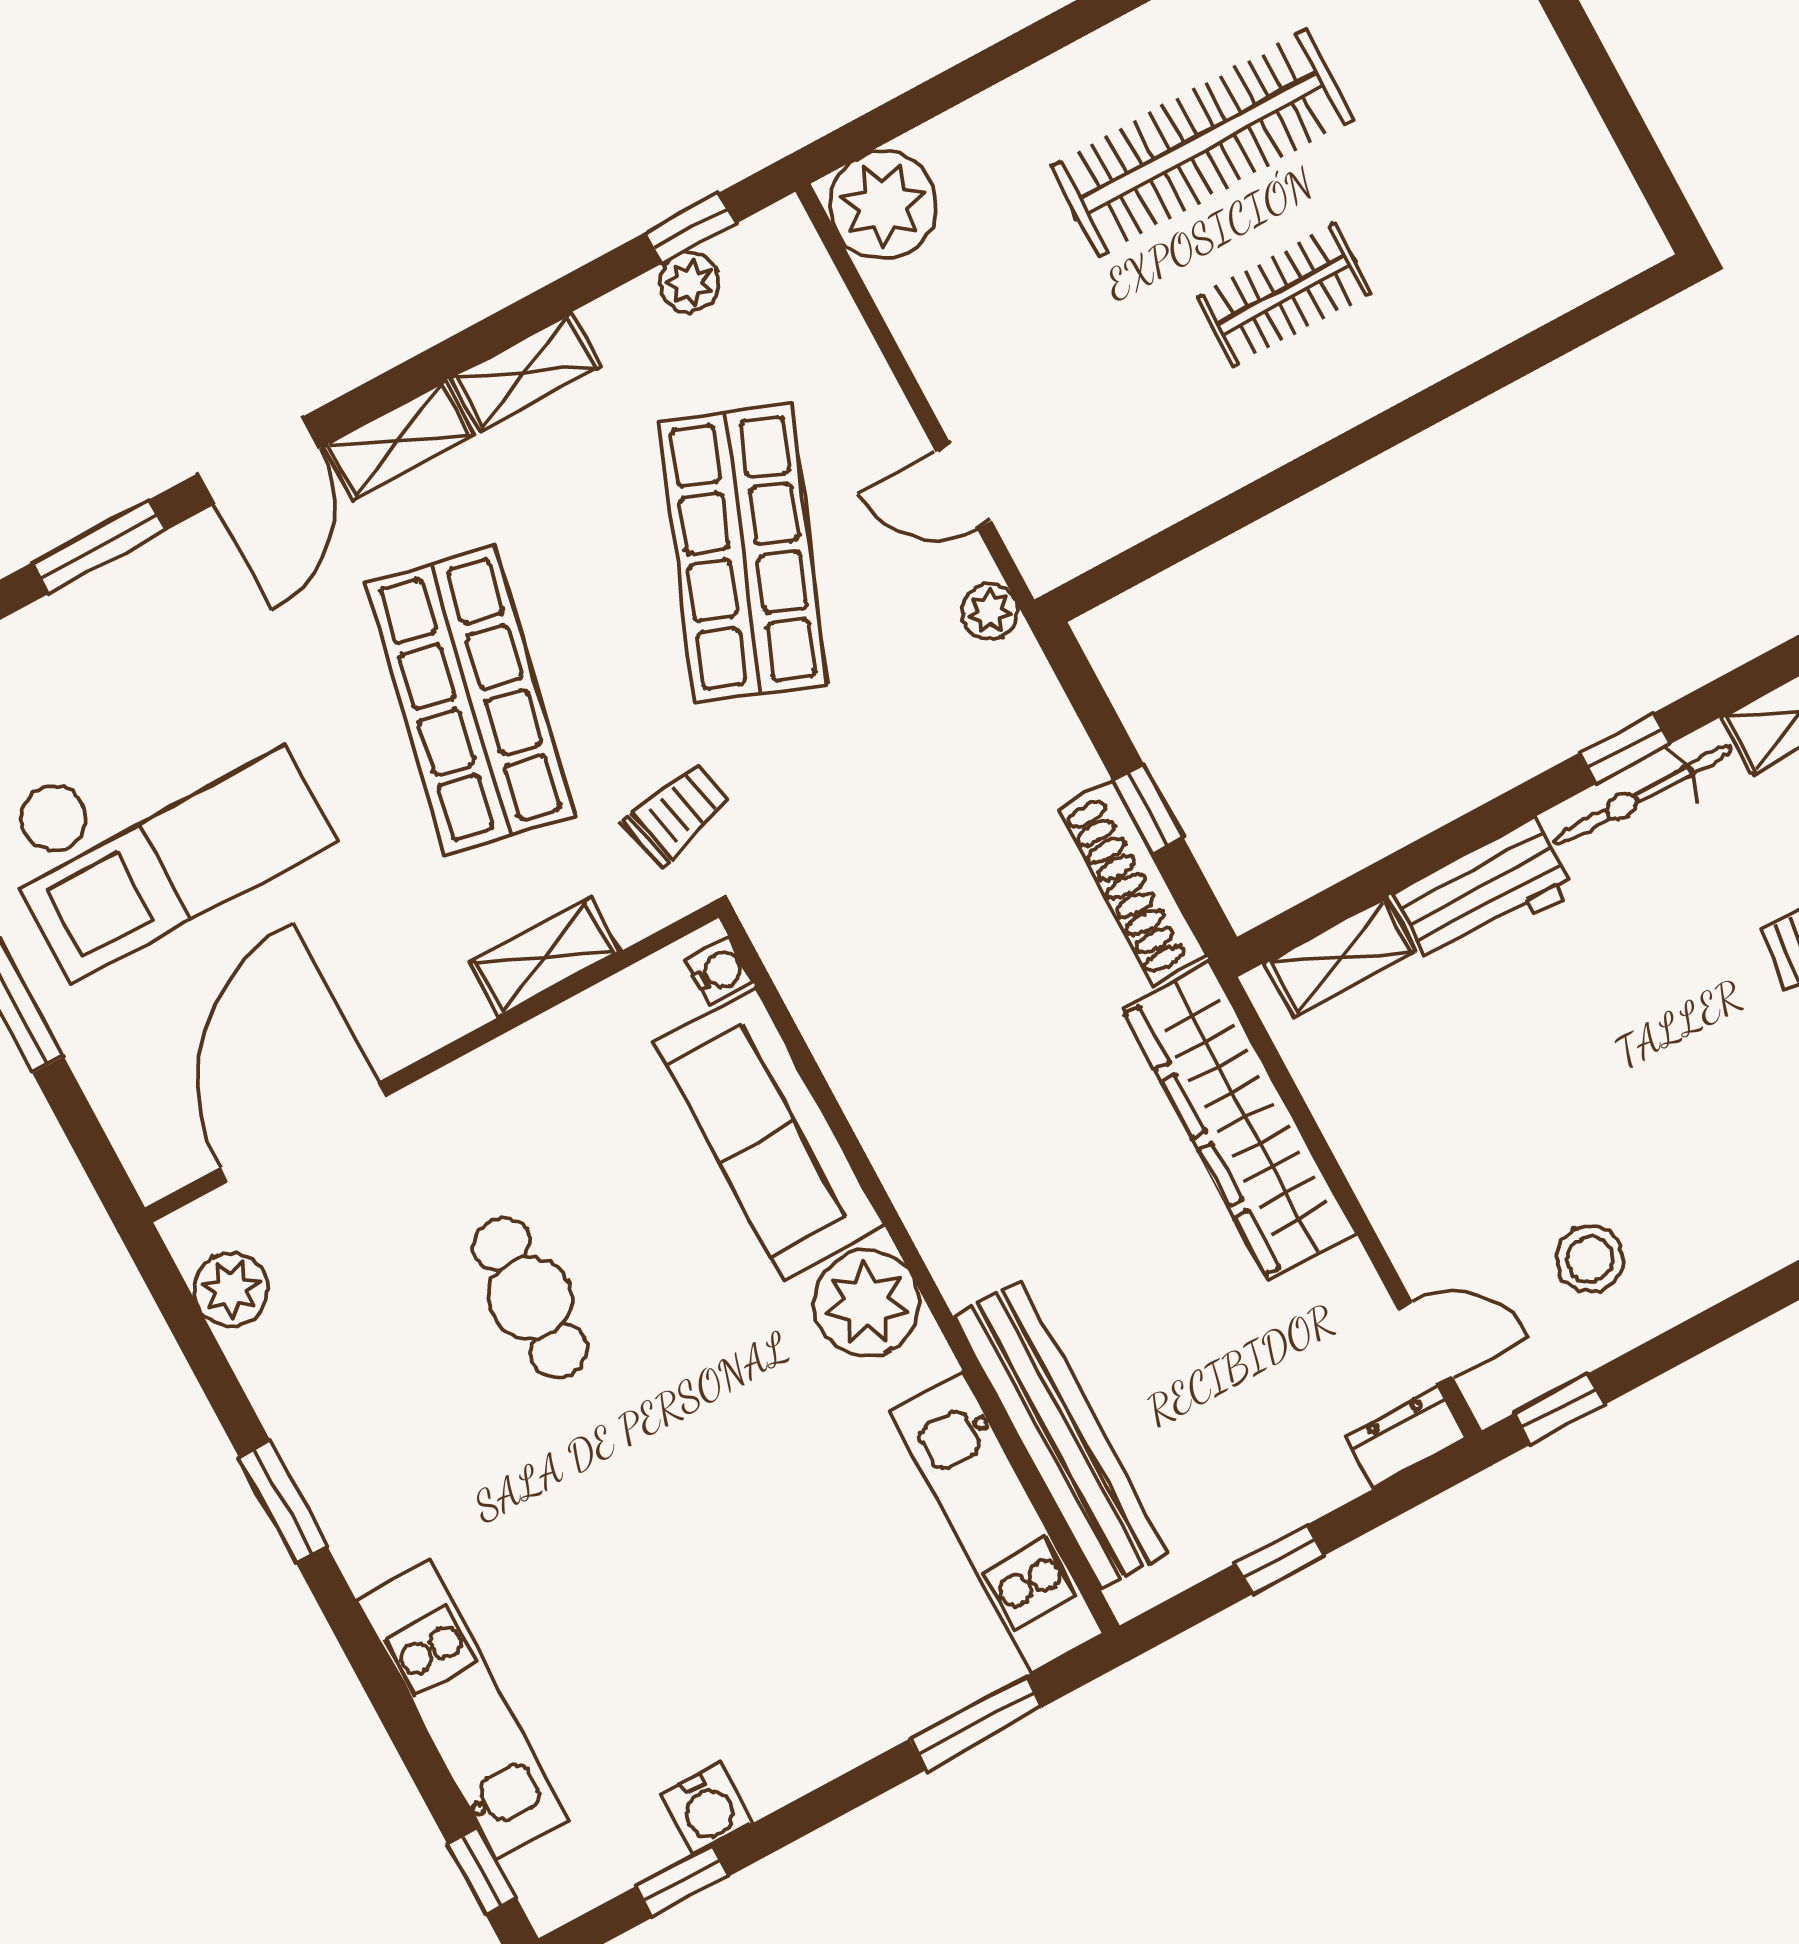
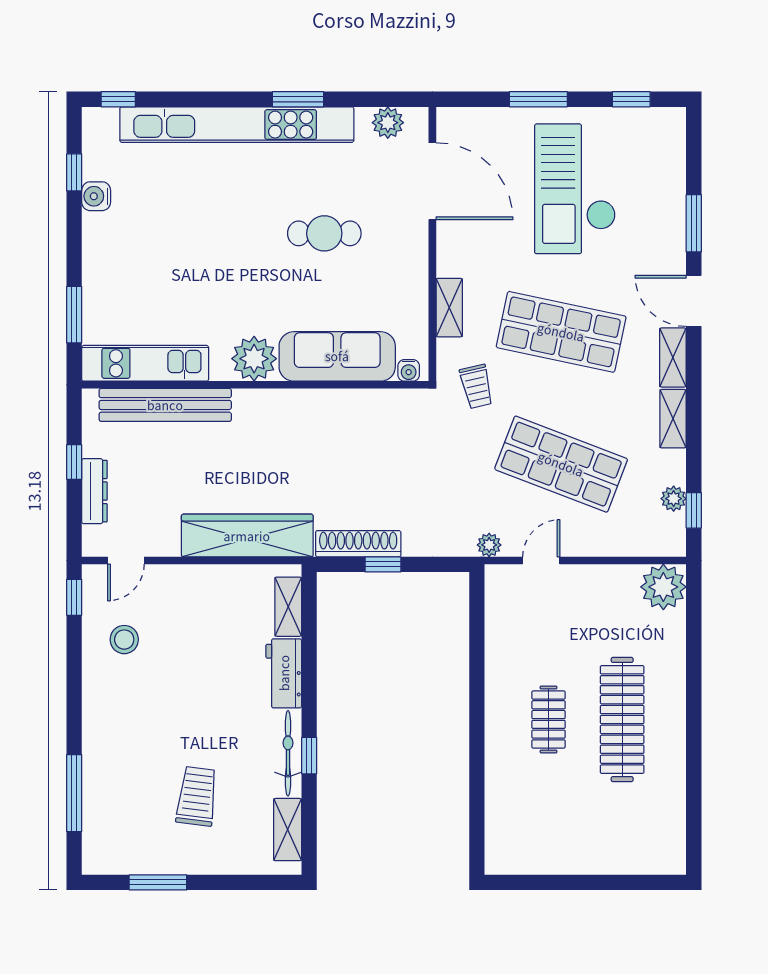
dresser: (1406, 1437) -> (94, 491), moved, width x1.44
kitchen unit: (463, 1710) -> (237, 125), width x1.86

